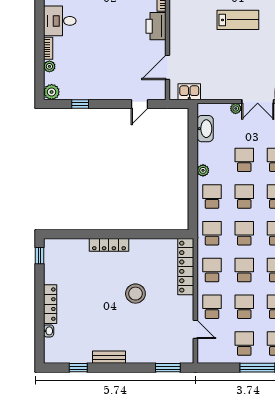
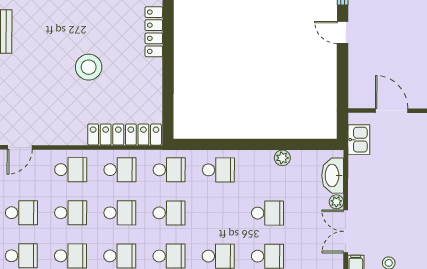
door: (140, 104) -> (343, 32), moved
washbasin: (205, 129) -> (333, 176), moved, turned 90
plant: (203, 170) -> (282, 158), moved
school desk: (244, 197) -> (218, 213), removed
door: (195, 329) -> (20, 147), moved

